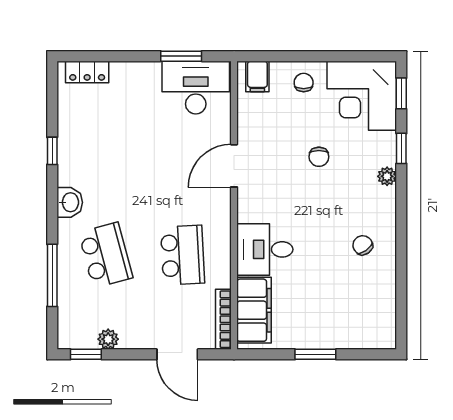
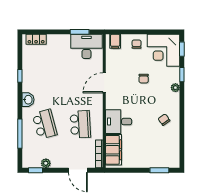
window: (315, 354) -> (159, 170), moved

